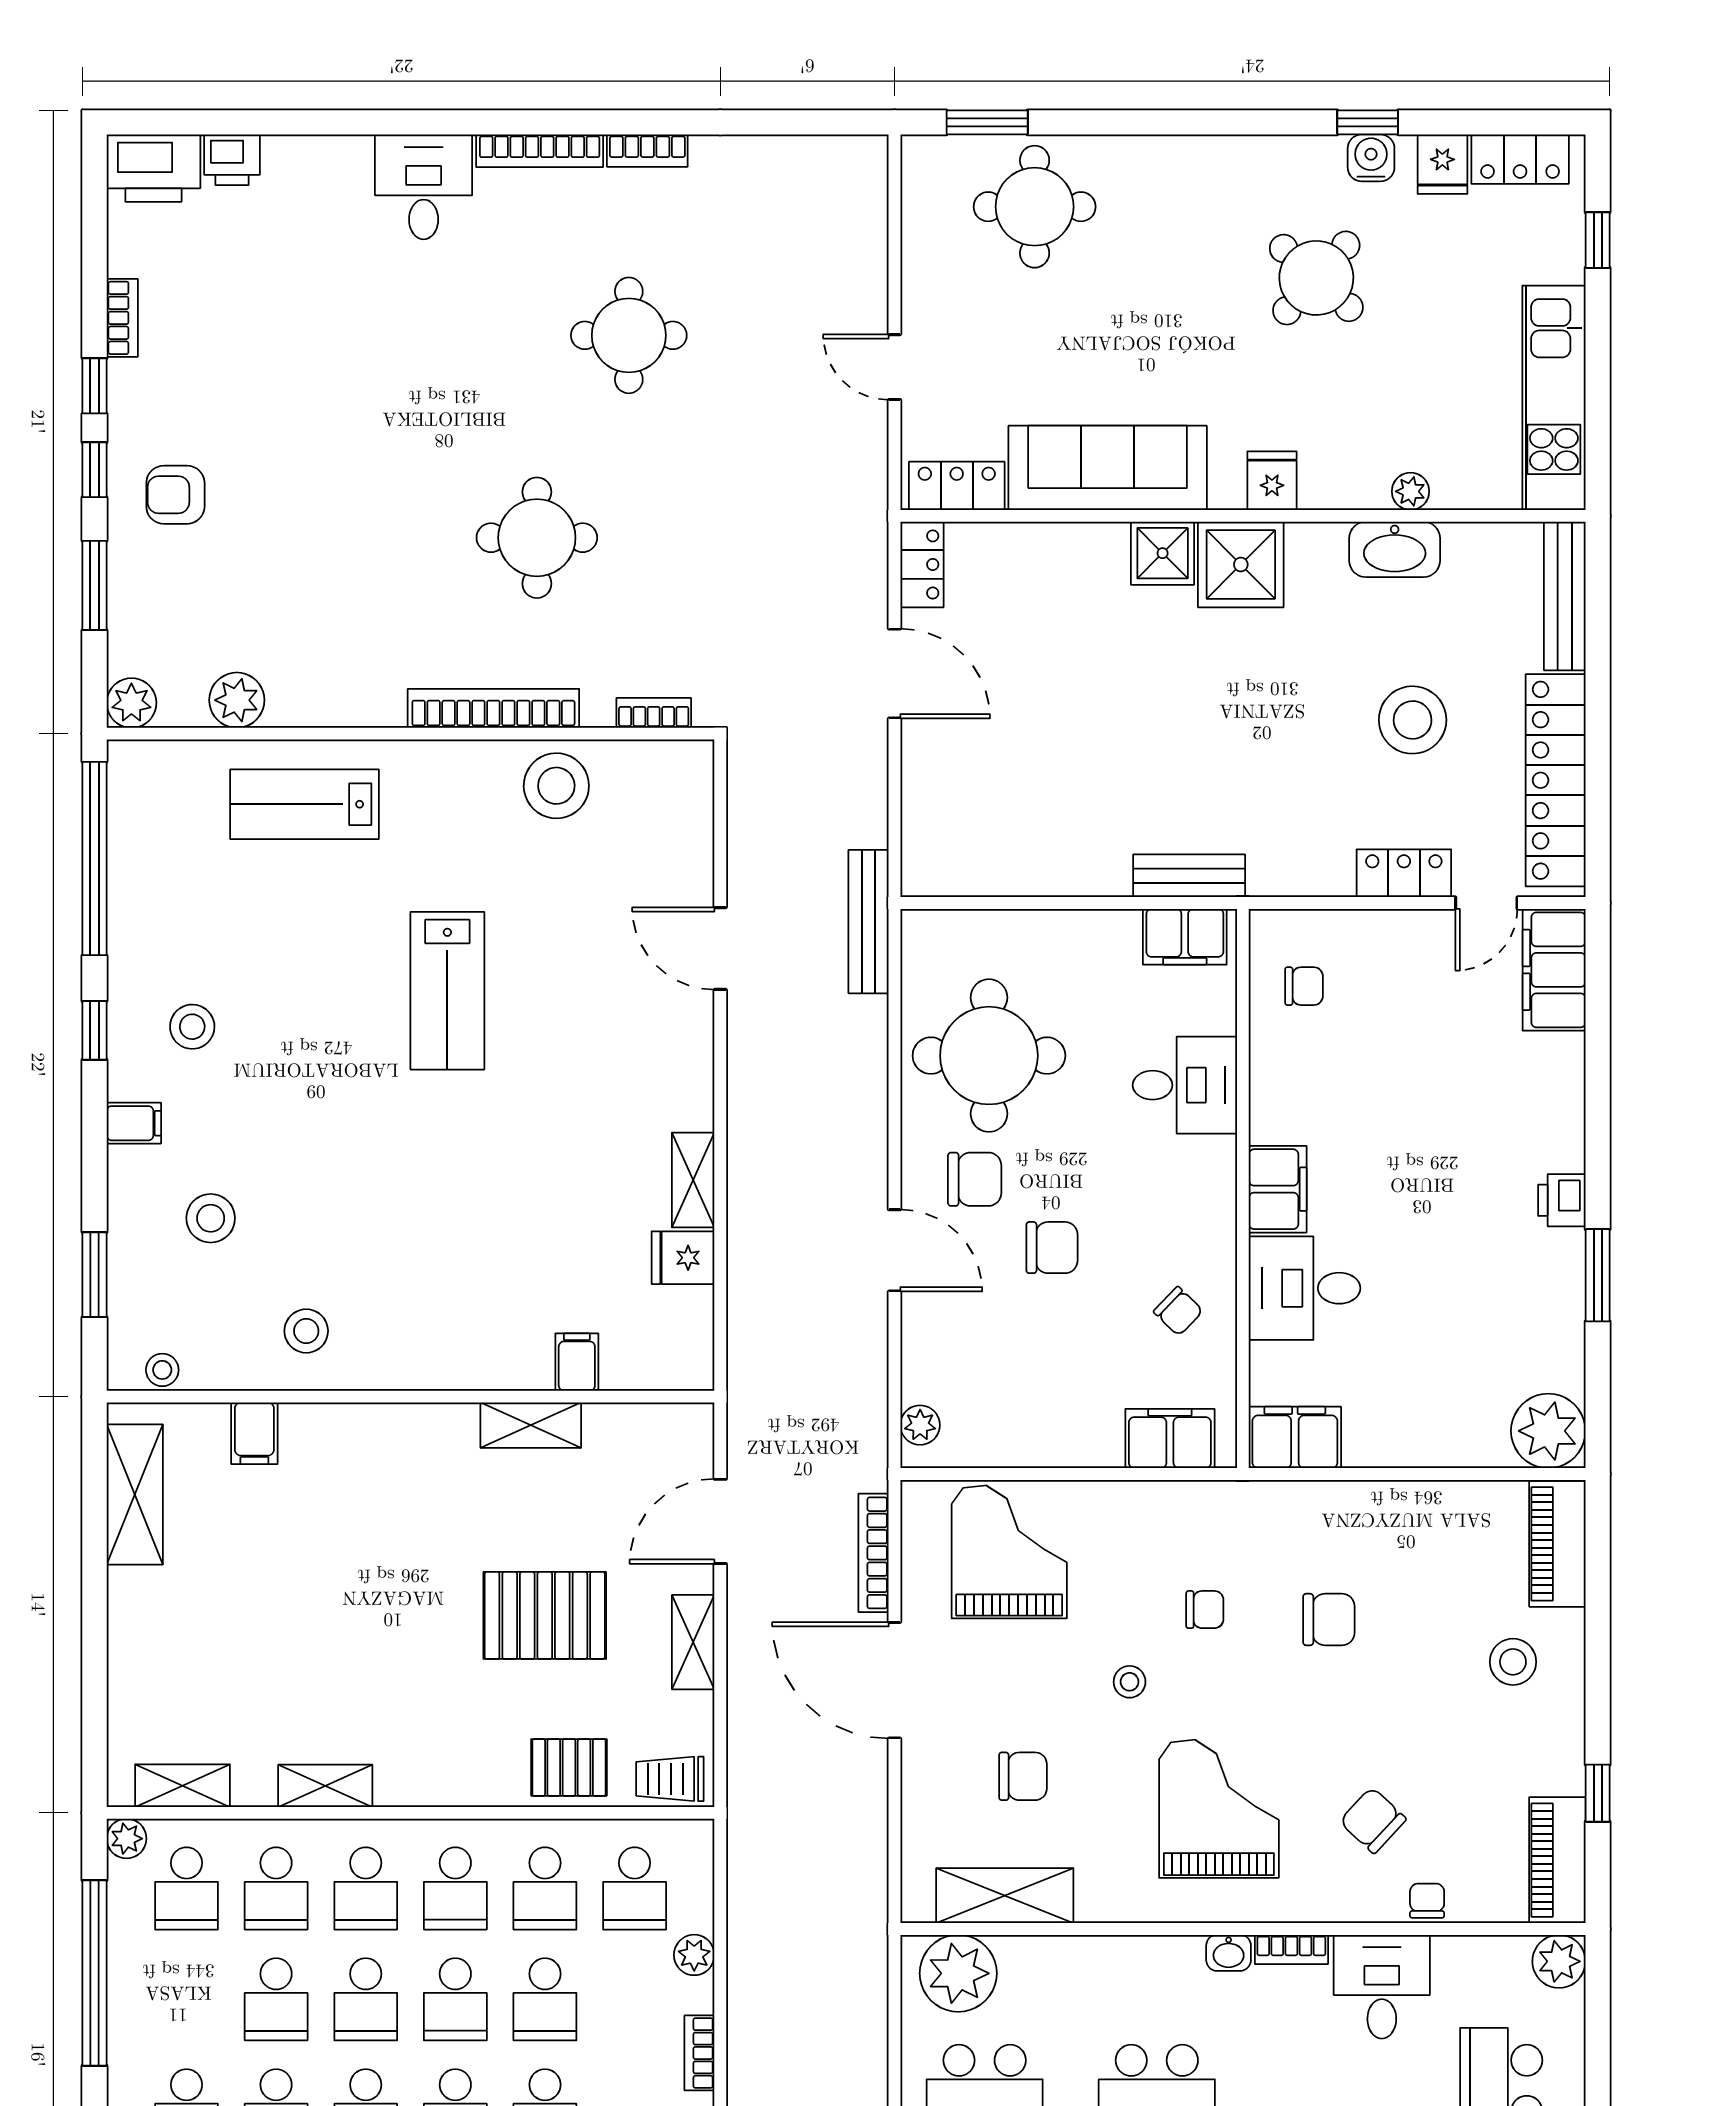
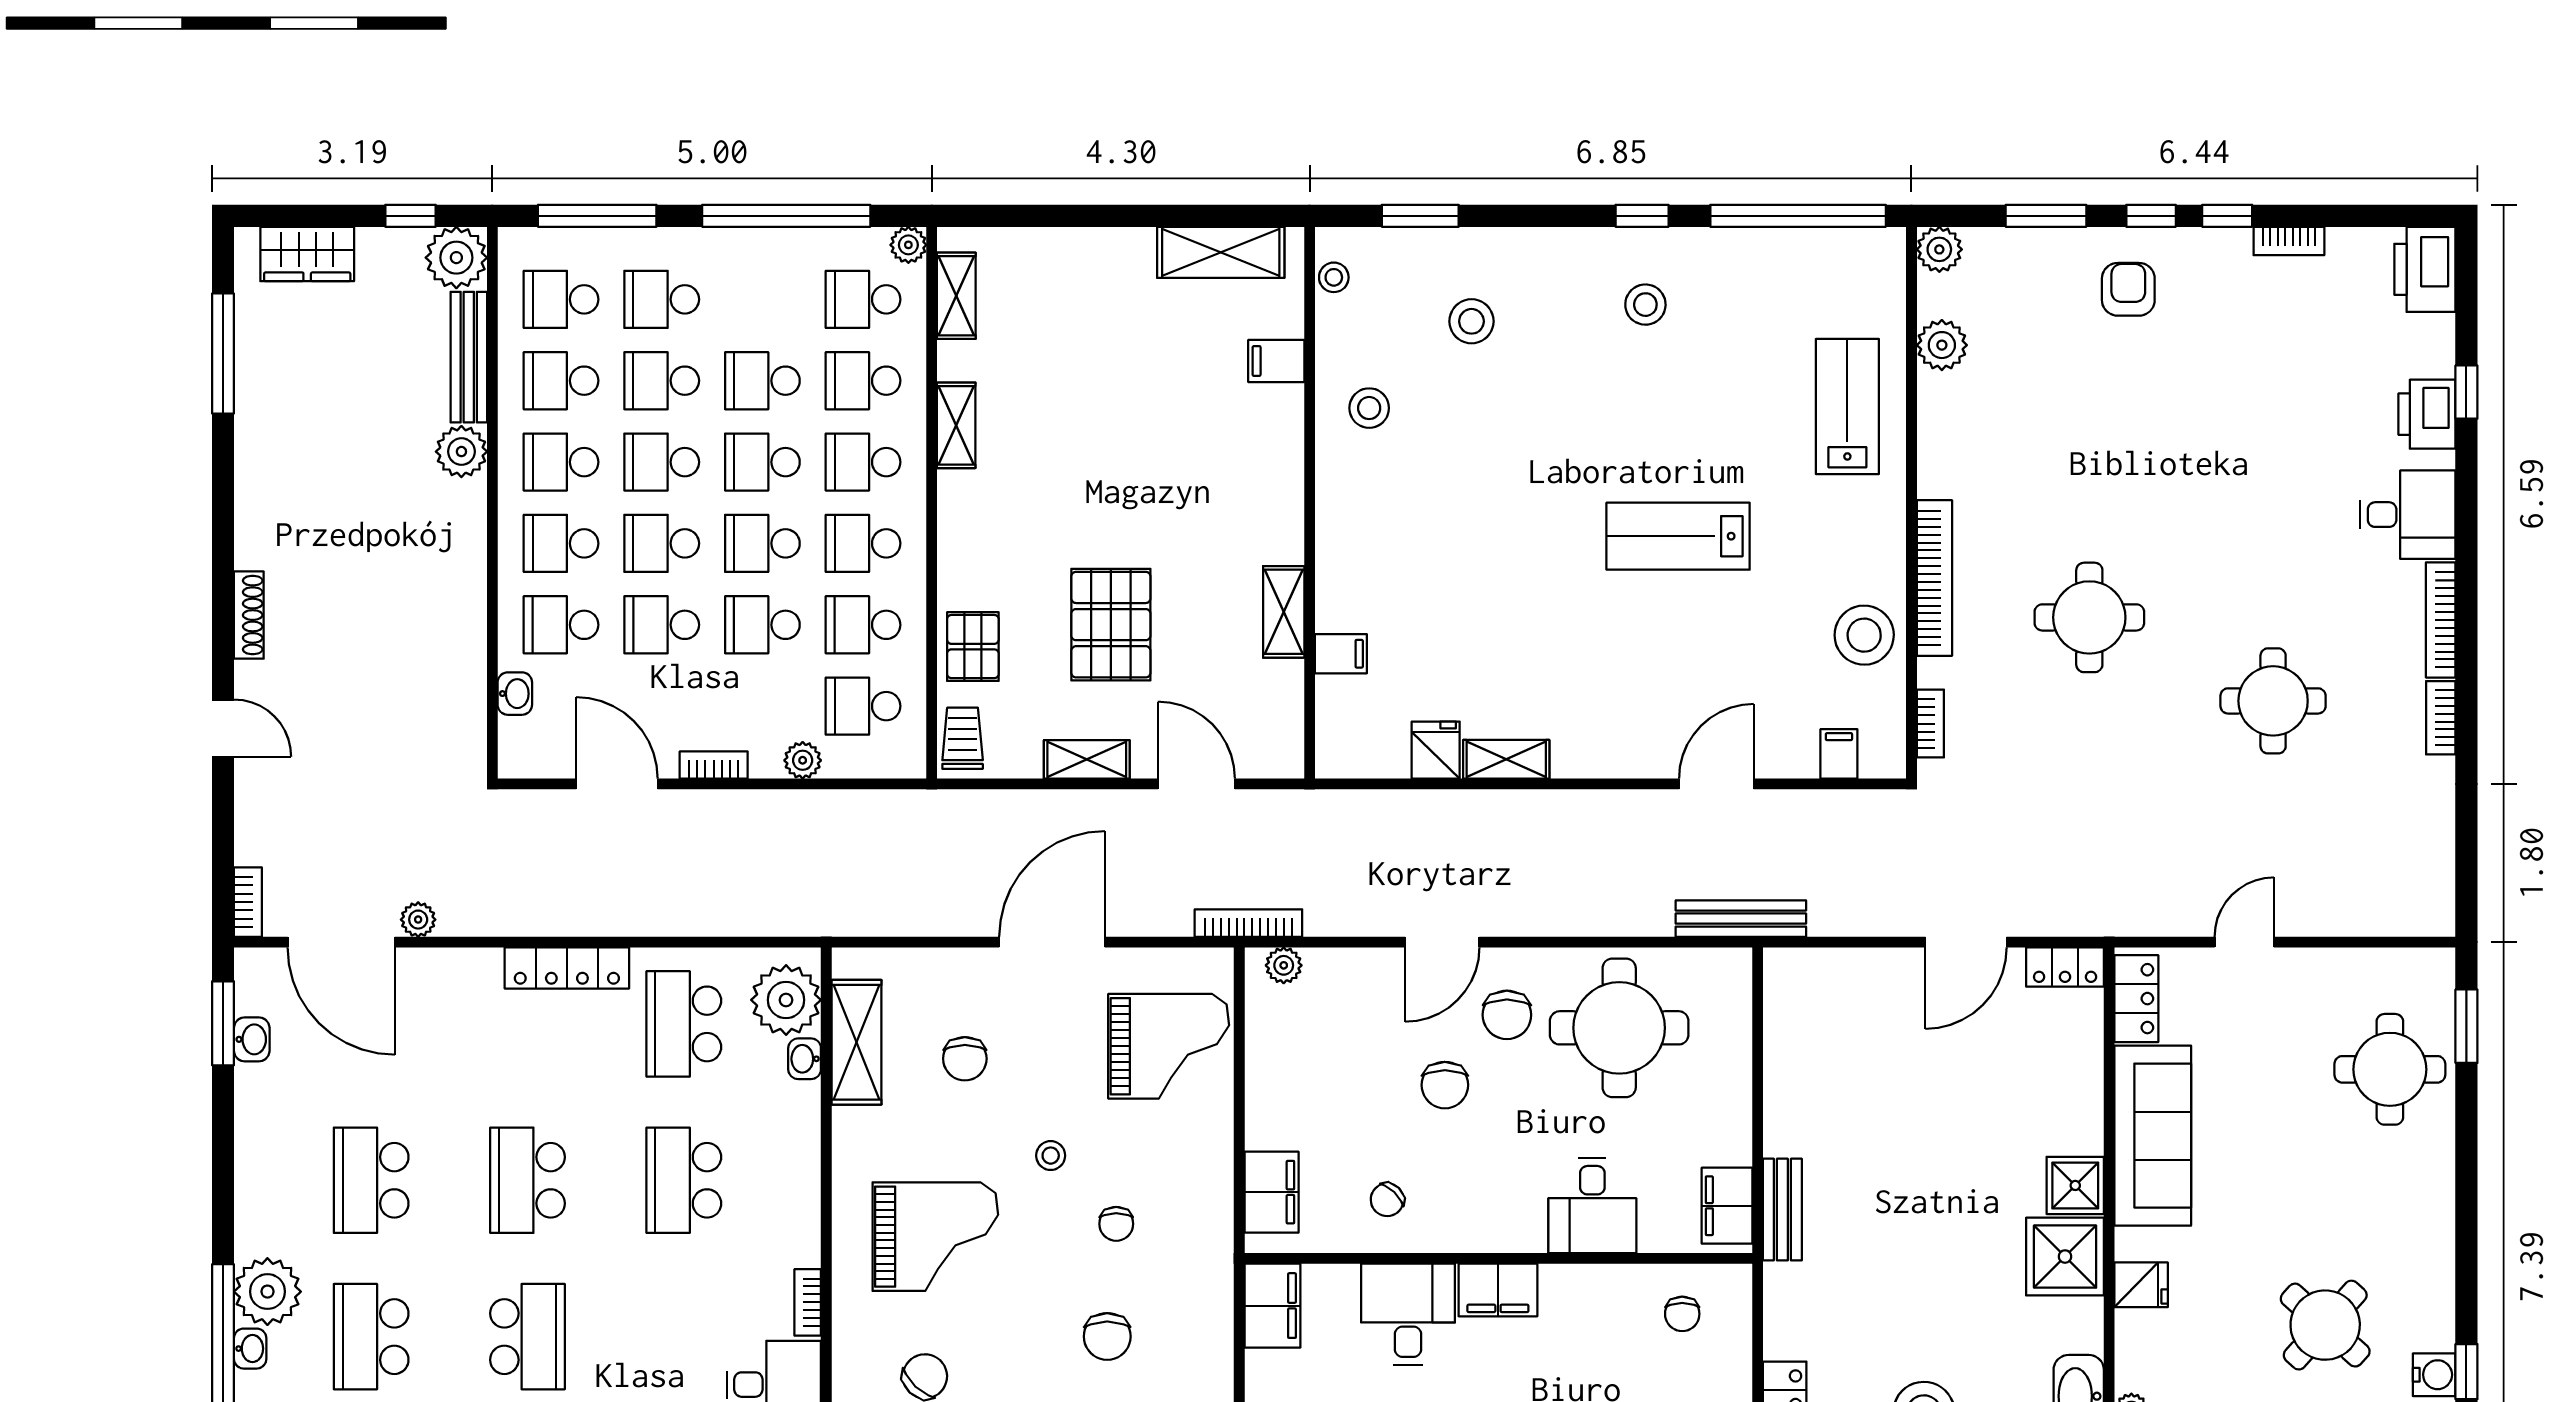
window: (289, 122) -> (2466, 392), added
printer: (232, 160) -> (2427, 414), moved, width x1.36, depth x1.24
filing cabinet: (134, 1123) -> (1839, 754), moved, turned 180
bookcase: (874, 1553) -> (1248, 923), moved
washbasin: (1229, 1953) -> (805, 1059), moved

